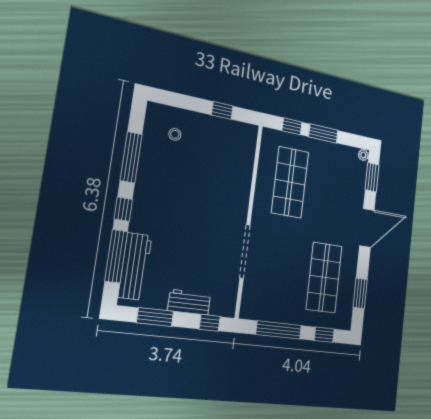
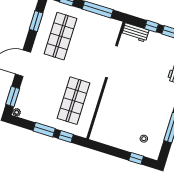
window: (222, 110) -> (136, 158), moved
workbench: (189, 302) -> (135, 32), moved
window: (210, 323) -> (152, 26), moved

